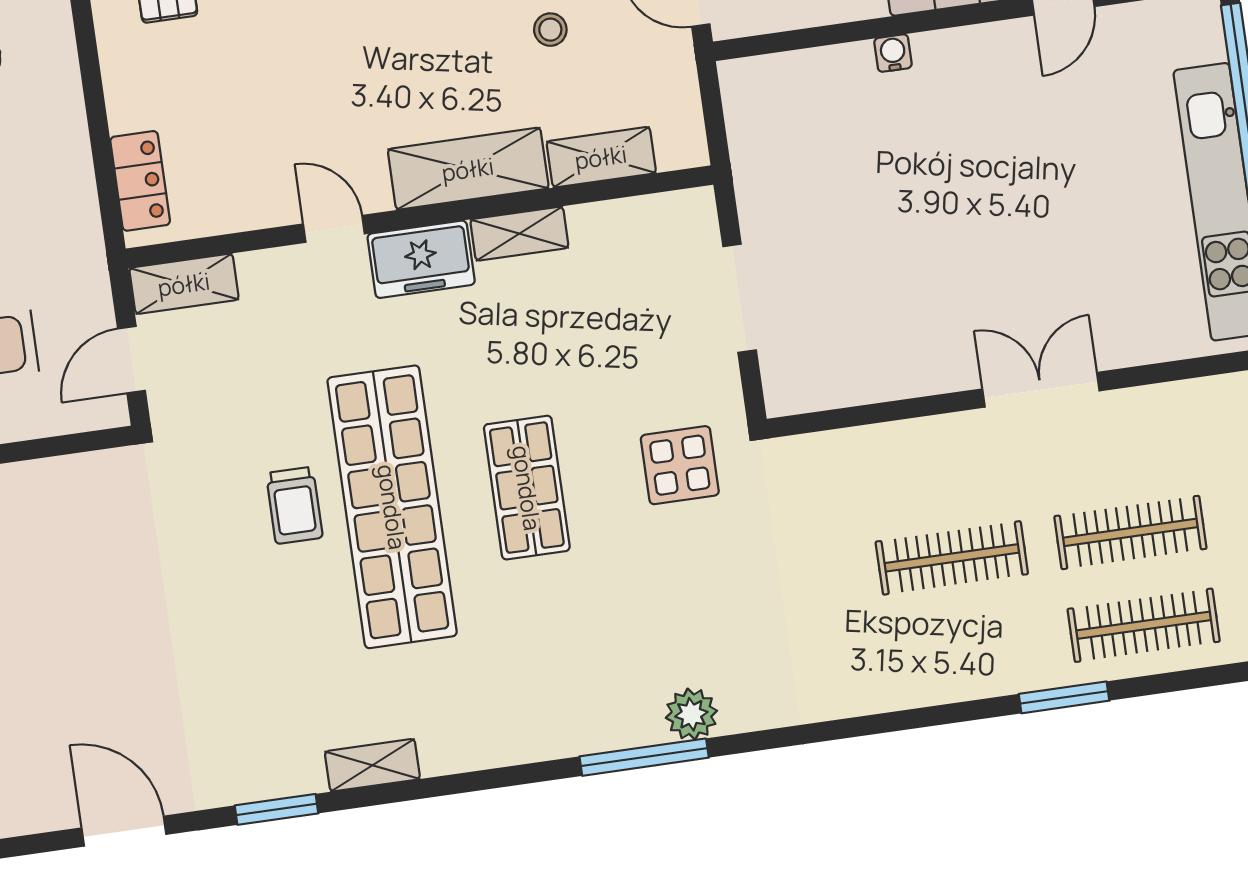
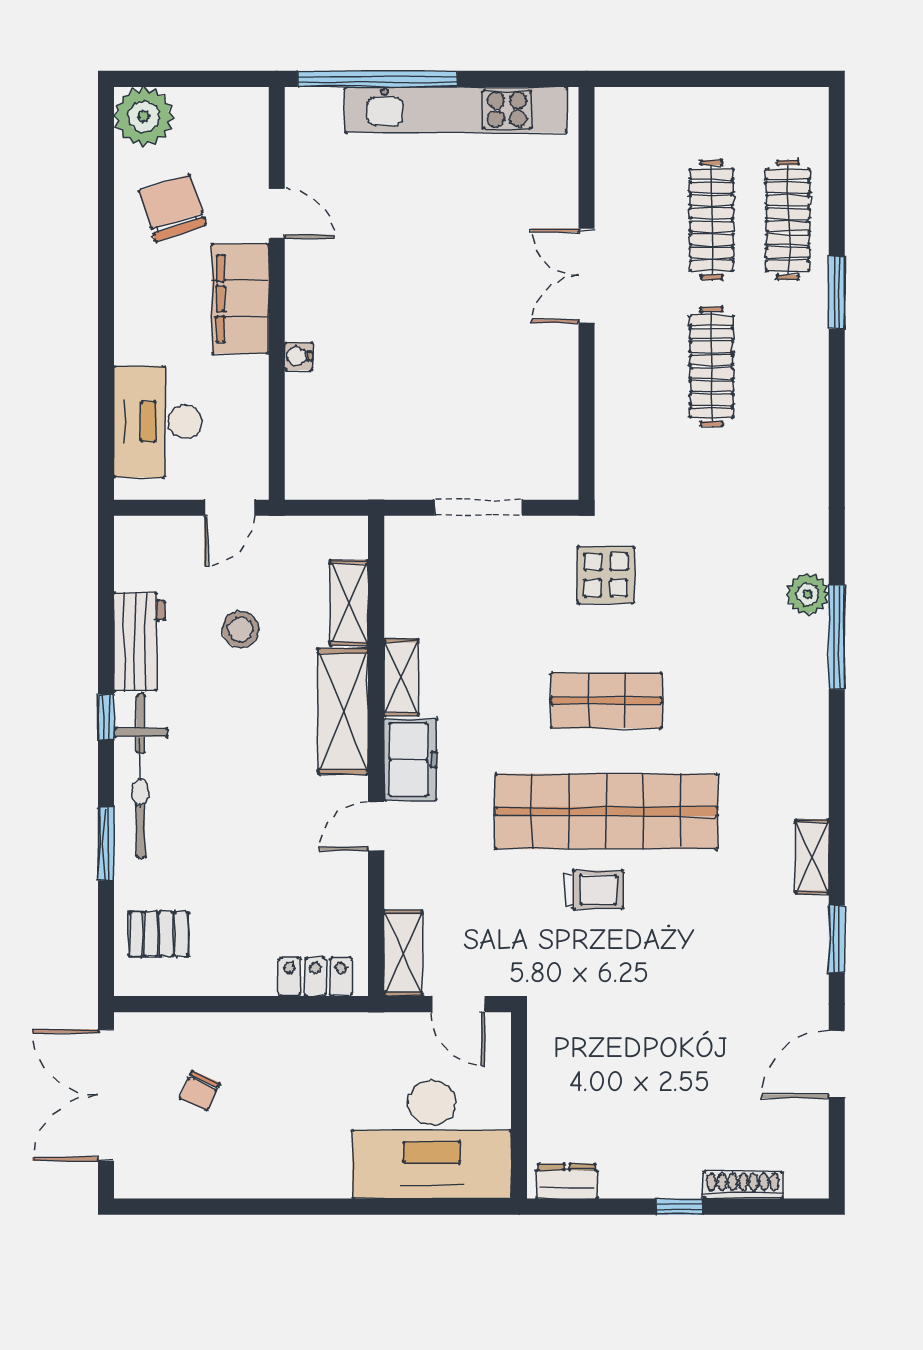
stool: (550, 30) -> (240, 629), width x1.37, depth x1.37

